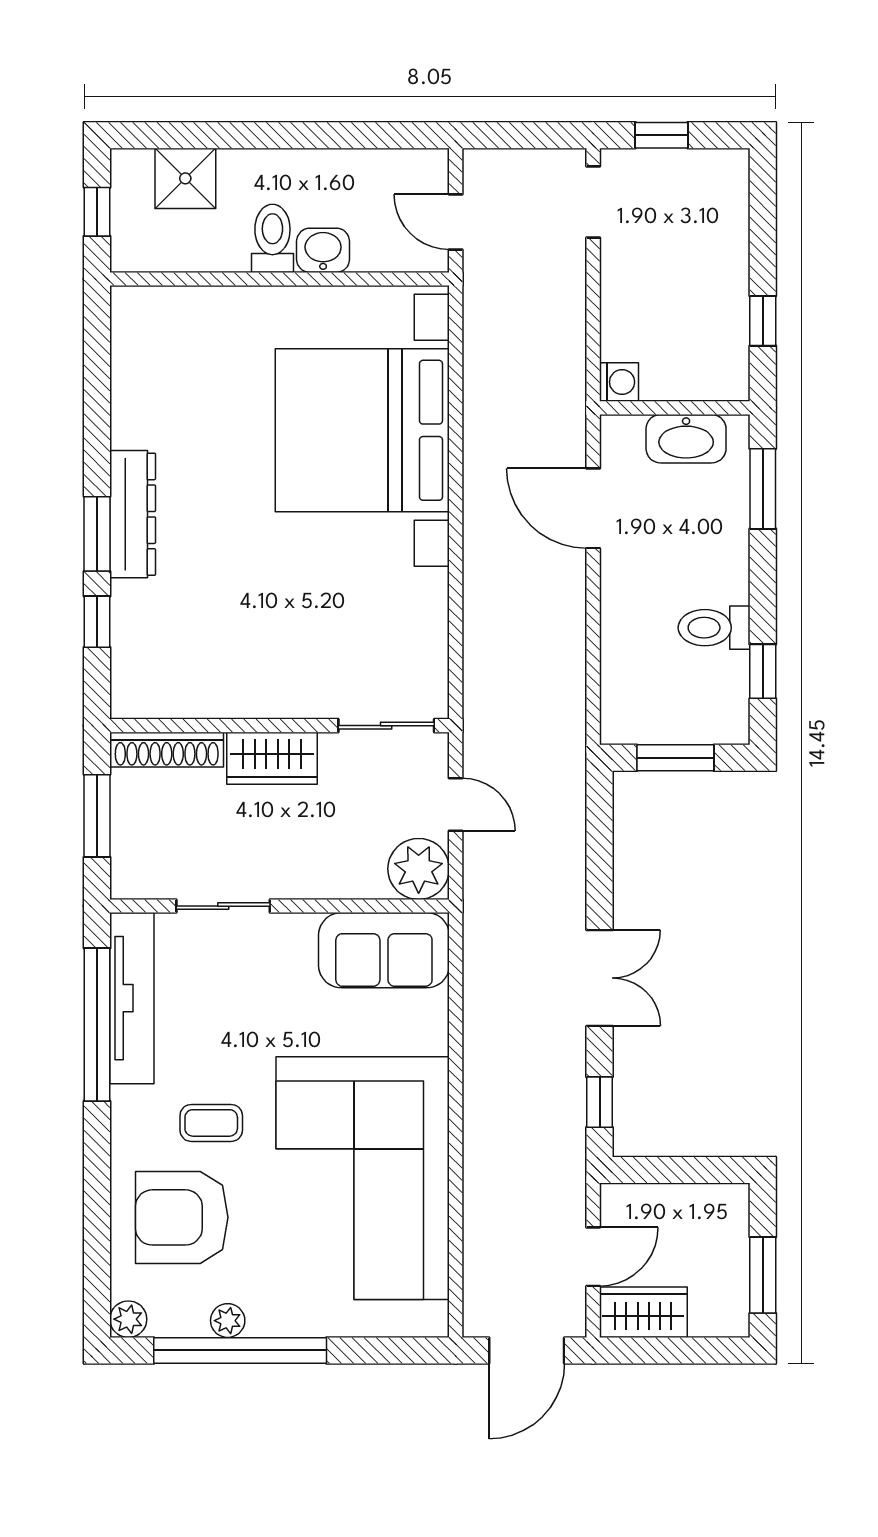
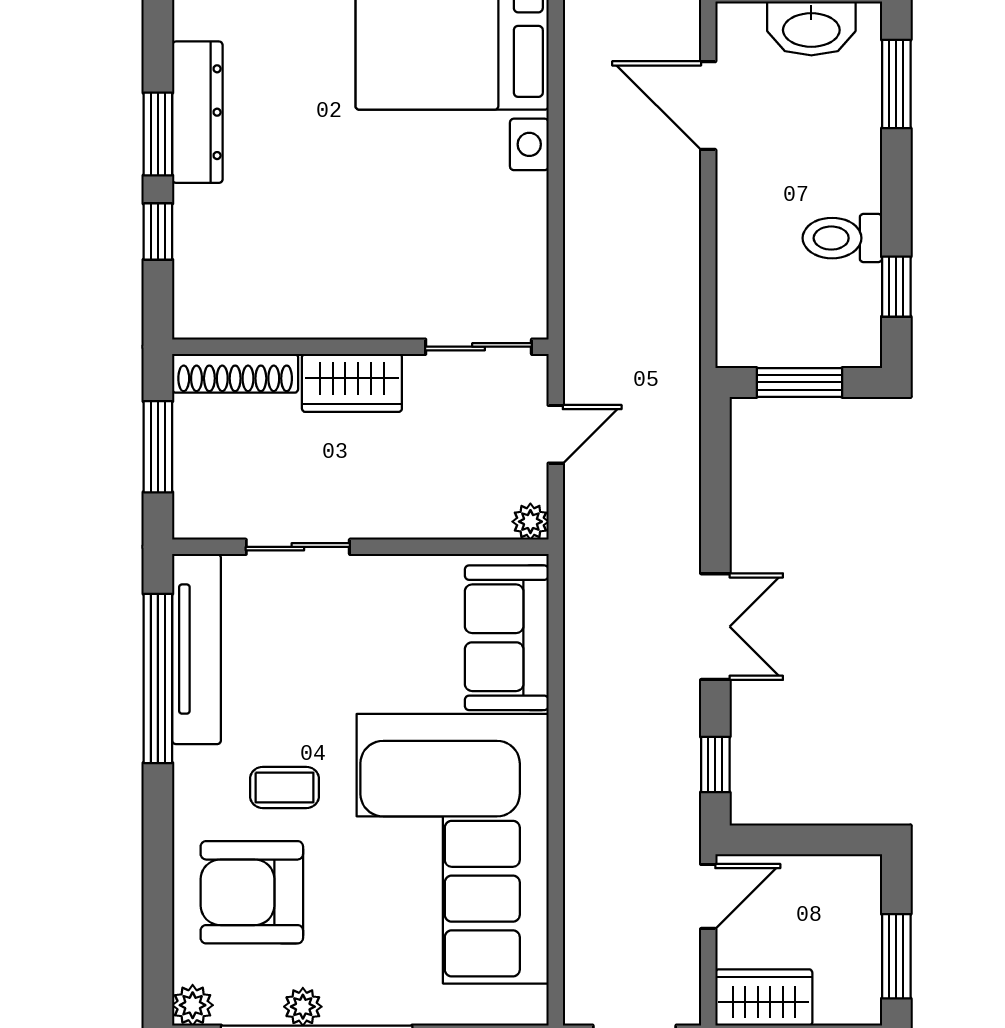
door: (456, 805) -> (556, 434), hinge flipped
plant: (419, 869) -> (530, 522), width x0.53, depth x0.53
sofa: (384, 950) -> (507, 638), moved, turned 90
door: (593, 1257) -> (708, 896), moved

